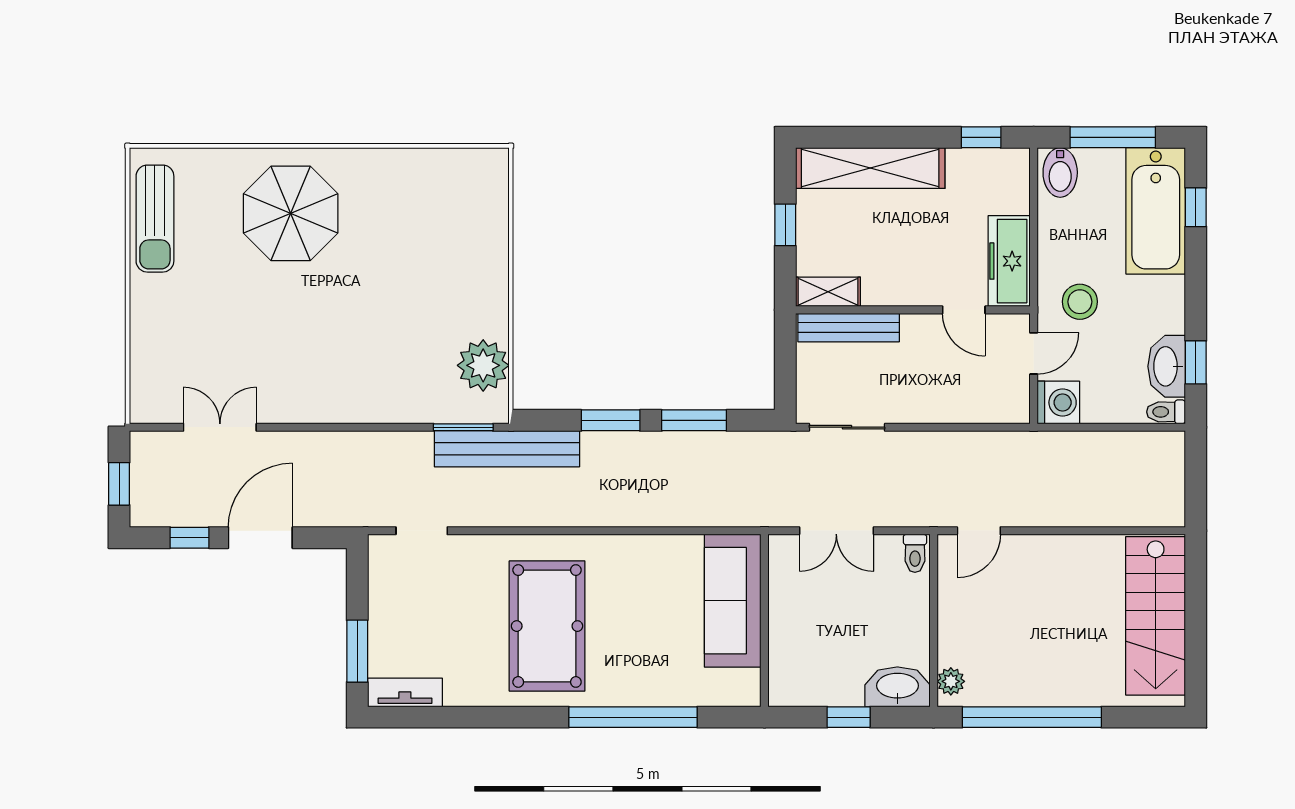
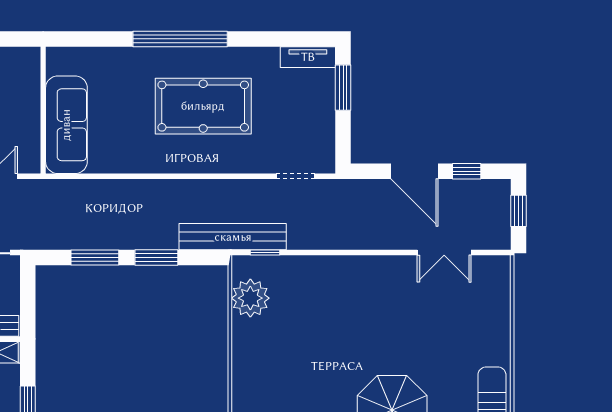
window: (463, 427) -> (265, 253), width x0.67
door: (260, 538) -> (414, 171), hinge flipped
pool table: (547, 626) -> (203, 106), turned 90
window: (633, 717) -> (180, 39), moved

